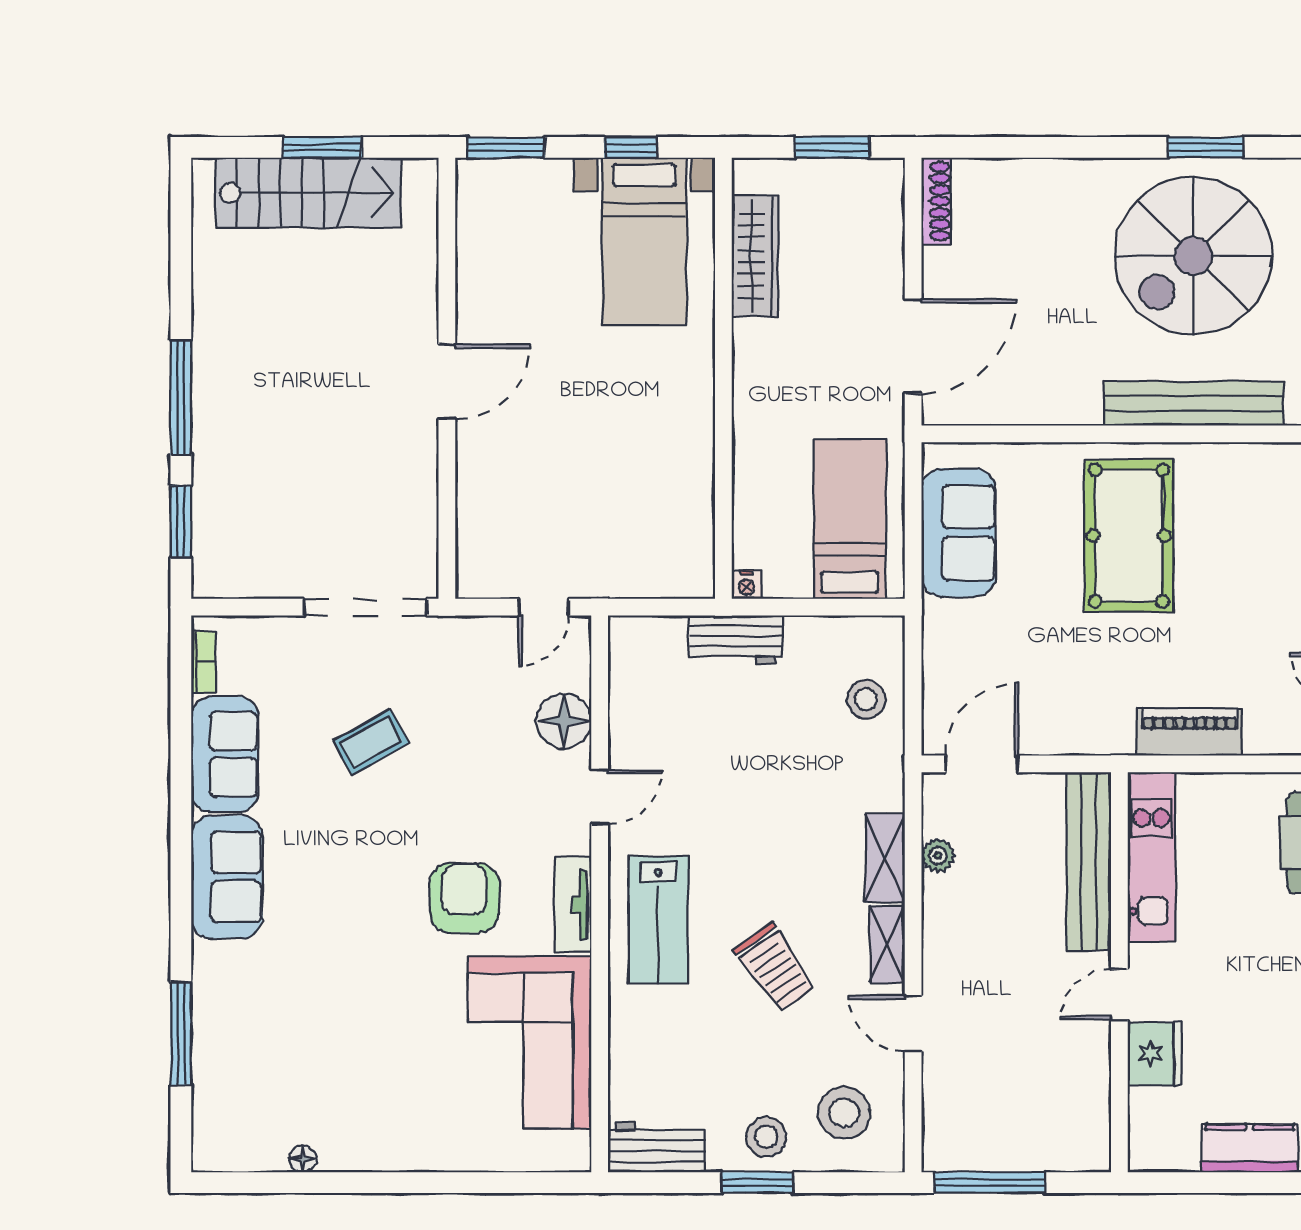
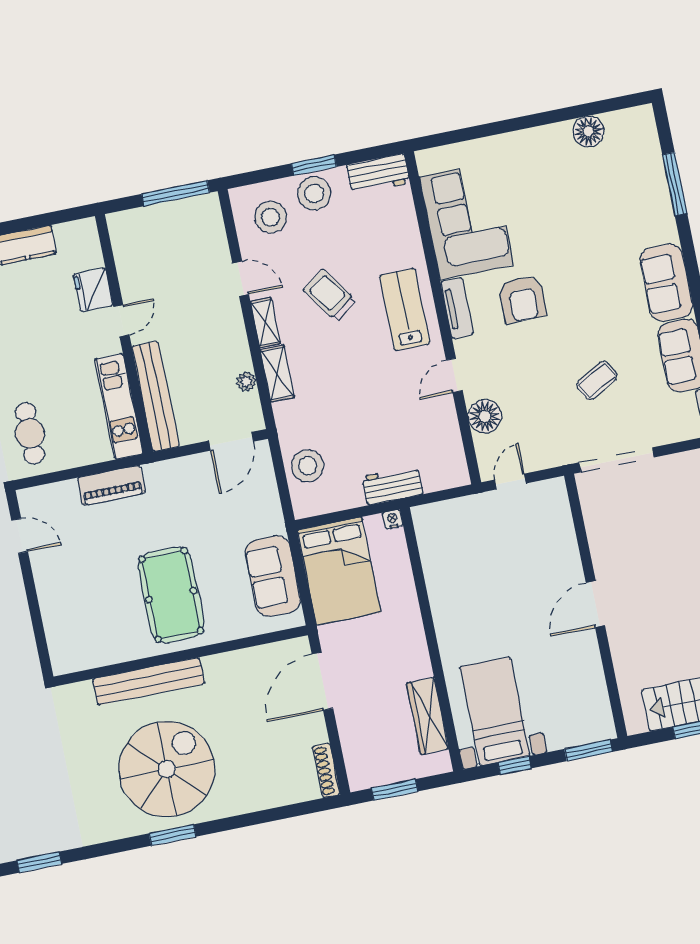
bed: (850, 519) -> (339, 571), width x1.50
stool: (866, 699) -> (308, 466), width x1.38, depth x1.38
stool: (766, 1137) -> (314, 193), width x1.38, depth x1.38
floor lamp: (303, 1159) -> (588, 131), width x1.89, depth x1.89

